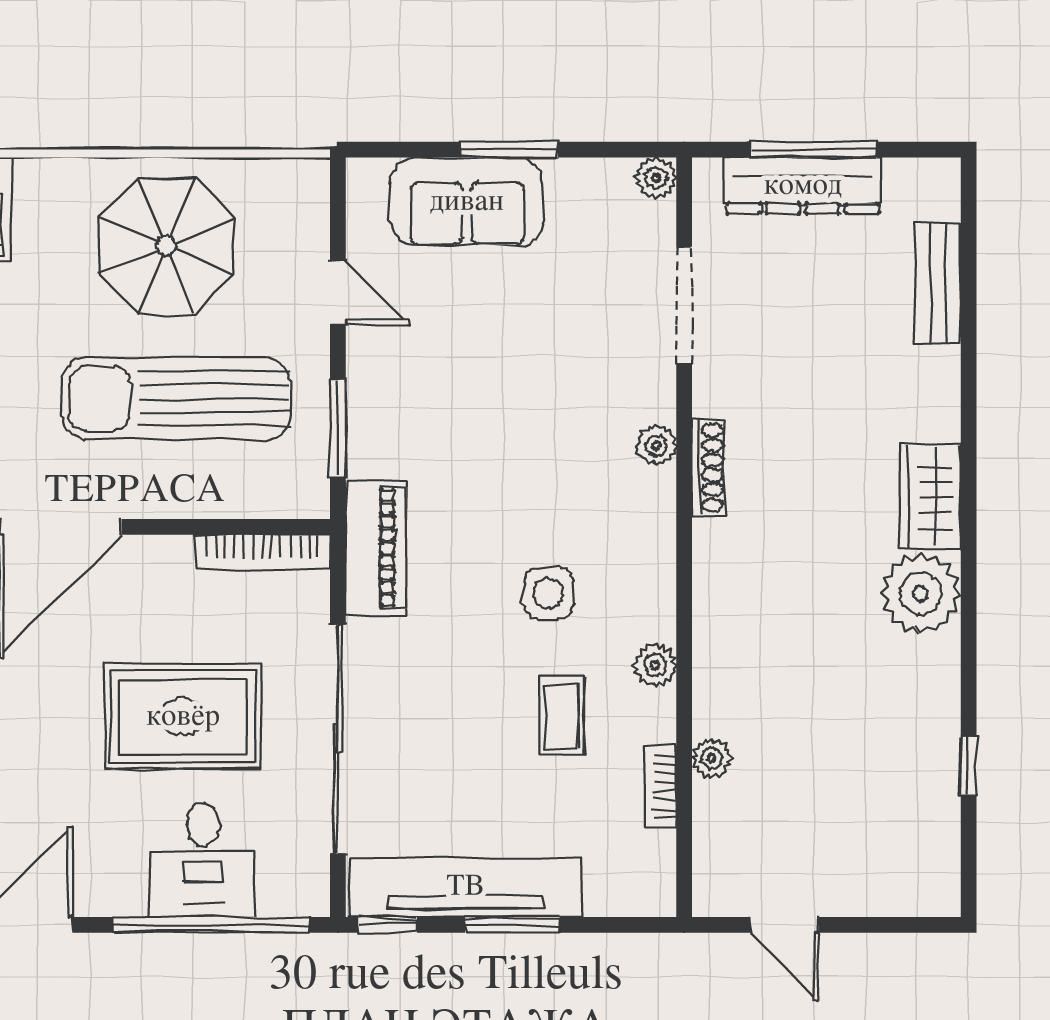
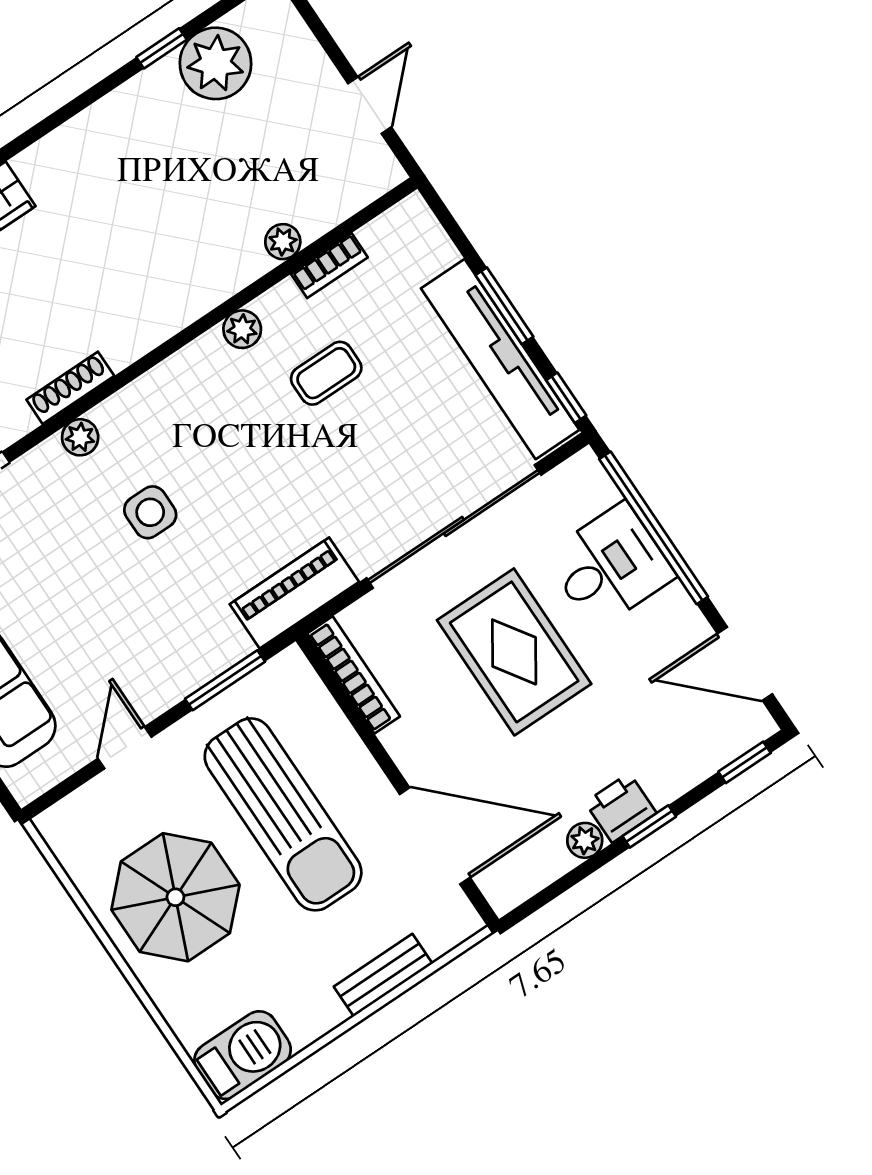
side table: (548, 593) -> (150, 512), moved
plant: (921, 594) -> (216, 63), moved

